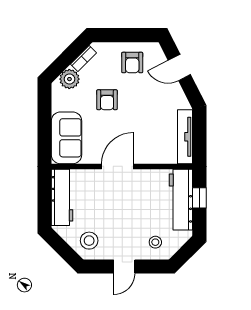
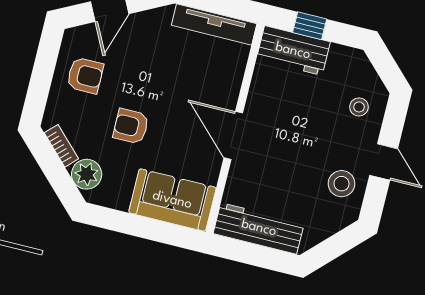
armchair: (107, 100) -> (131, 126), turned 180
workbench: (181, 200) -> (293, 51), width x0.73
stool: (89, 241) -> (342, 184), moved

